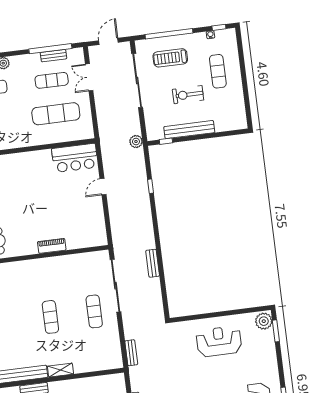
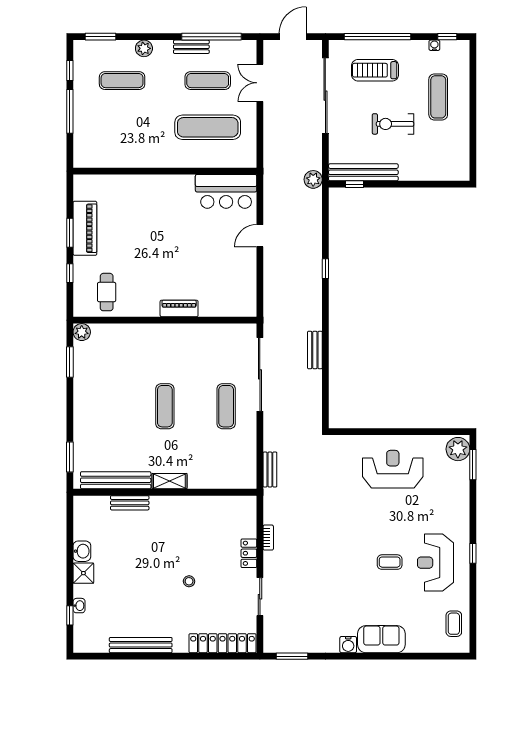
bench: (54, 56) -> (191, 47), moved
bench: (189, 130) -> (363, 172), moved
window: (151, 186) -> (325, 269), moved

